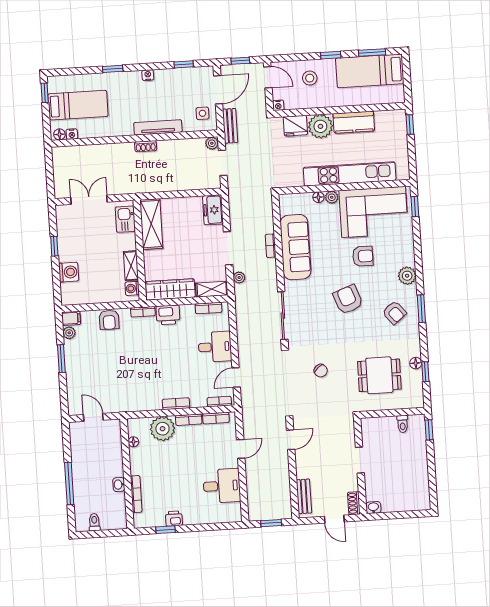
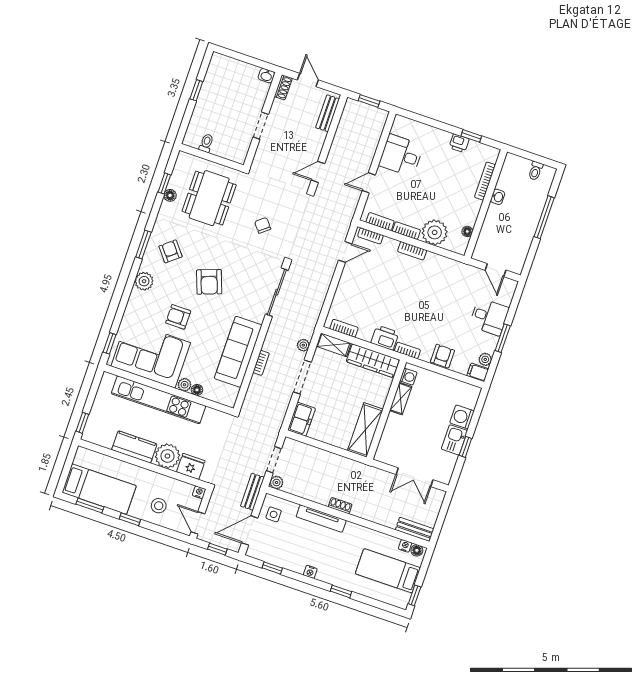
bench: (69, 153) -> (415, 529), added
kitchen sink: (125, 219) -> (454, 440), moved, turned 180
desk: (215, 347) -> (489, 317), moved, turned 180
dining table: (379, 375) -> (209, 198), width x1.38
window: (429, 430) -> (196, 90), moved

